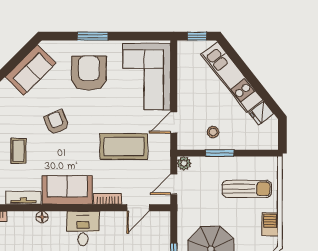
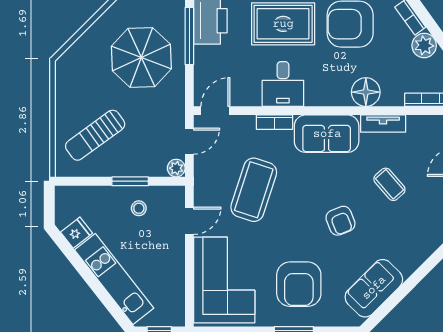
coffee table: (124, 146) -> (254, 190), turned -72
coffee table: (18, 151) -> (389, 184), turned -41
sun lounger: (247, 189) -> (95, 135), turned -36
door: (138, 208) -> (215, 111), moved
floor lamp: (42, 217) -> (366, 92), width x1.89, depth x1.89
barbecue: (270, 224) -> (65, 89), removed
desk: (83, 229) -> (283, 84), moved

